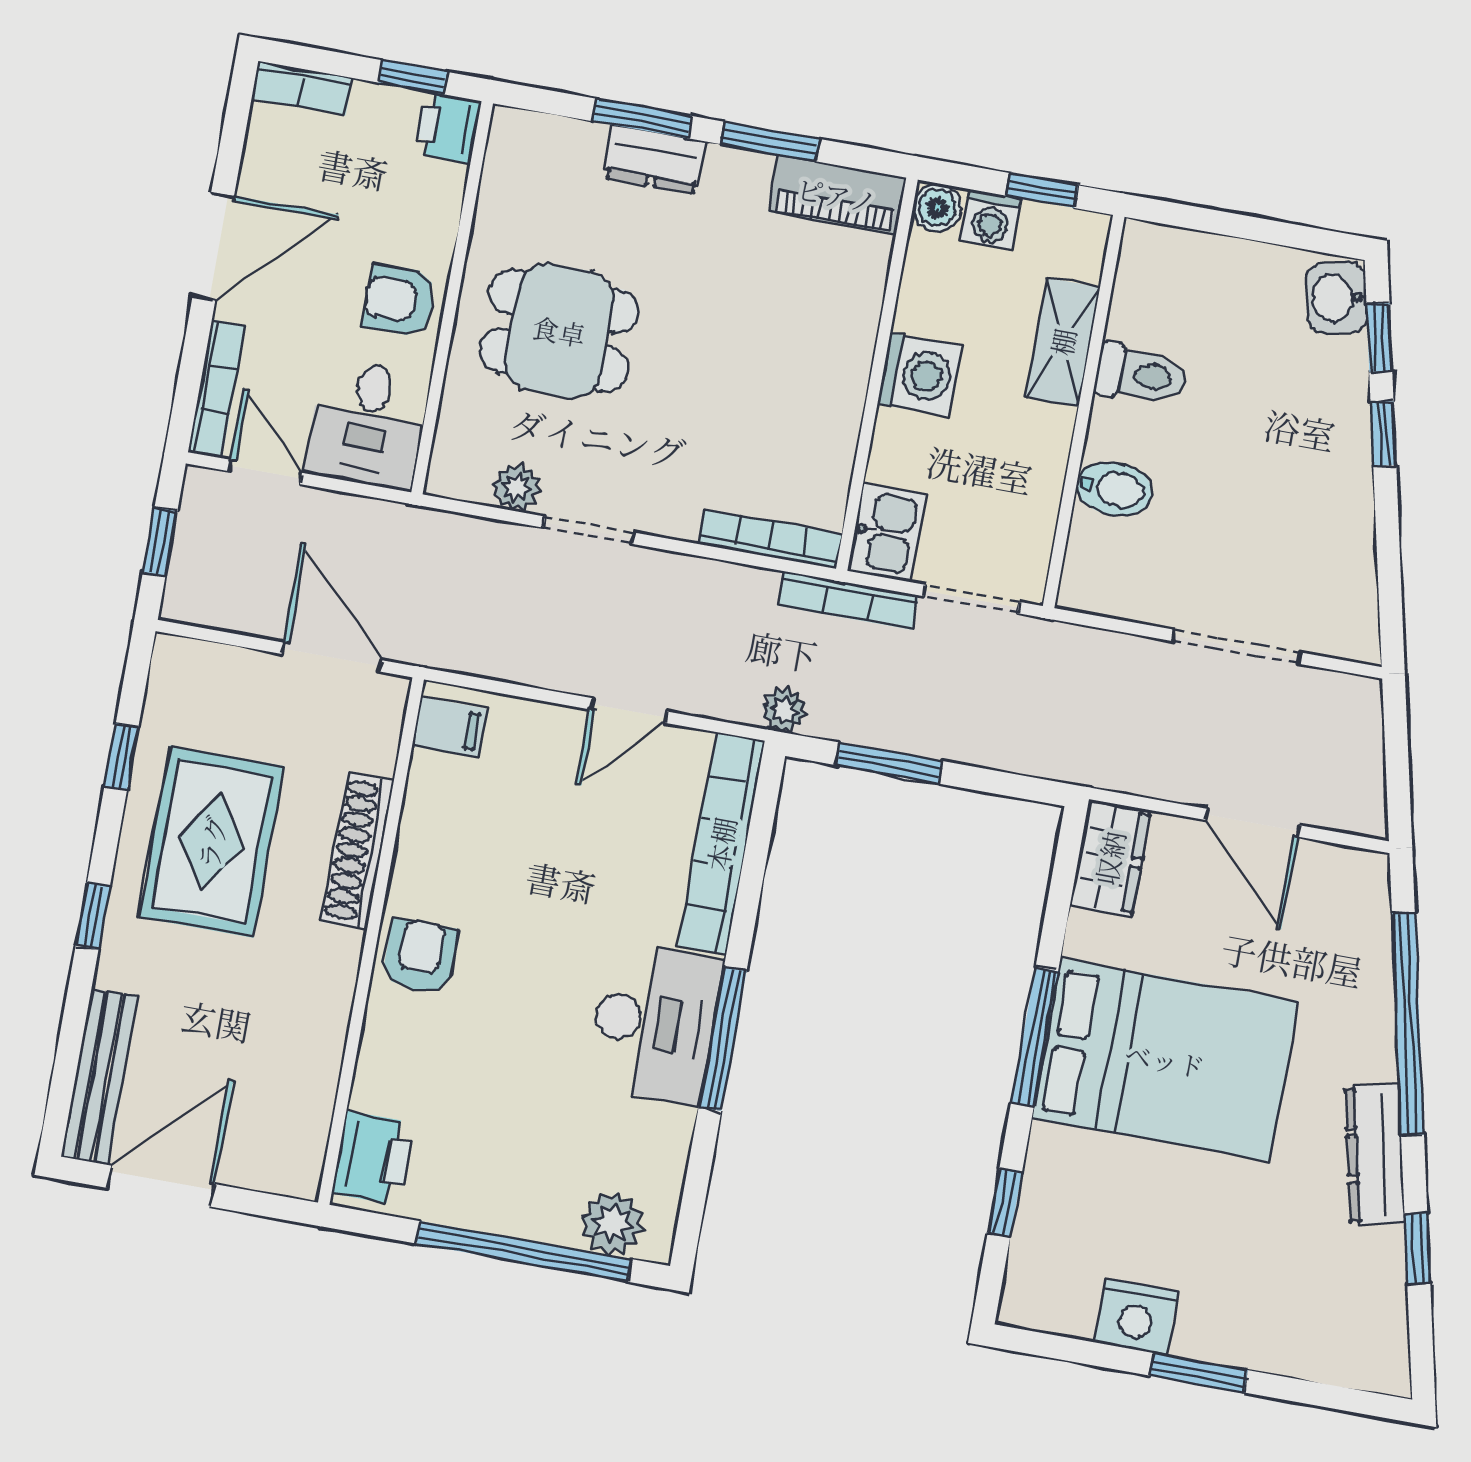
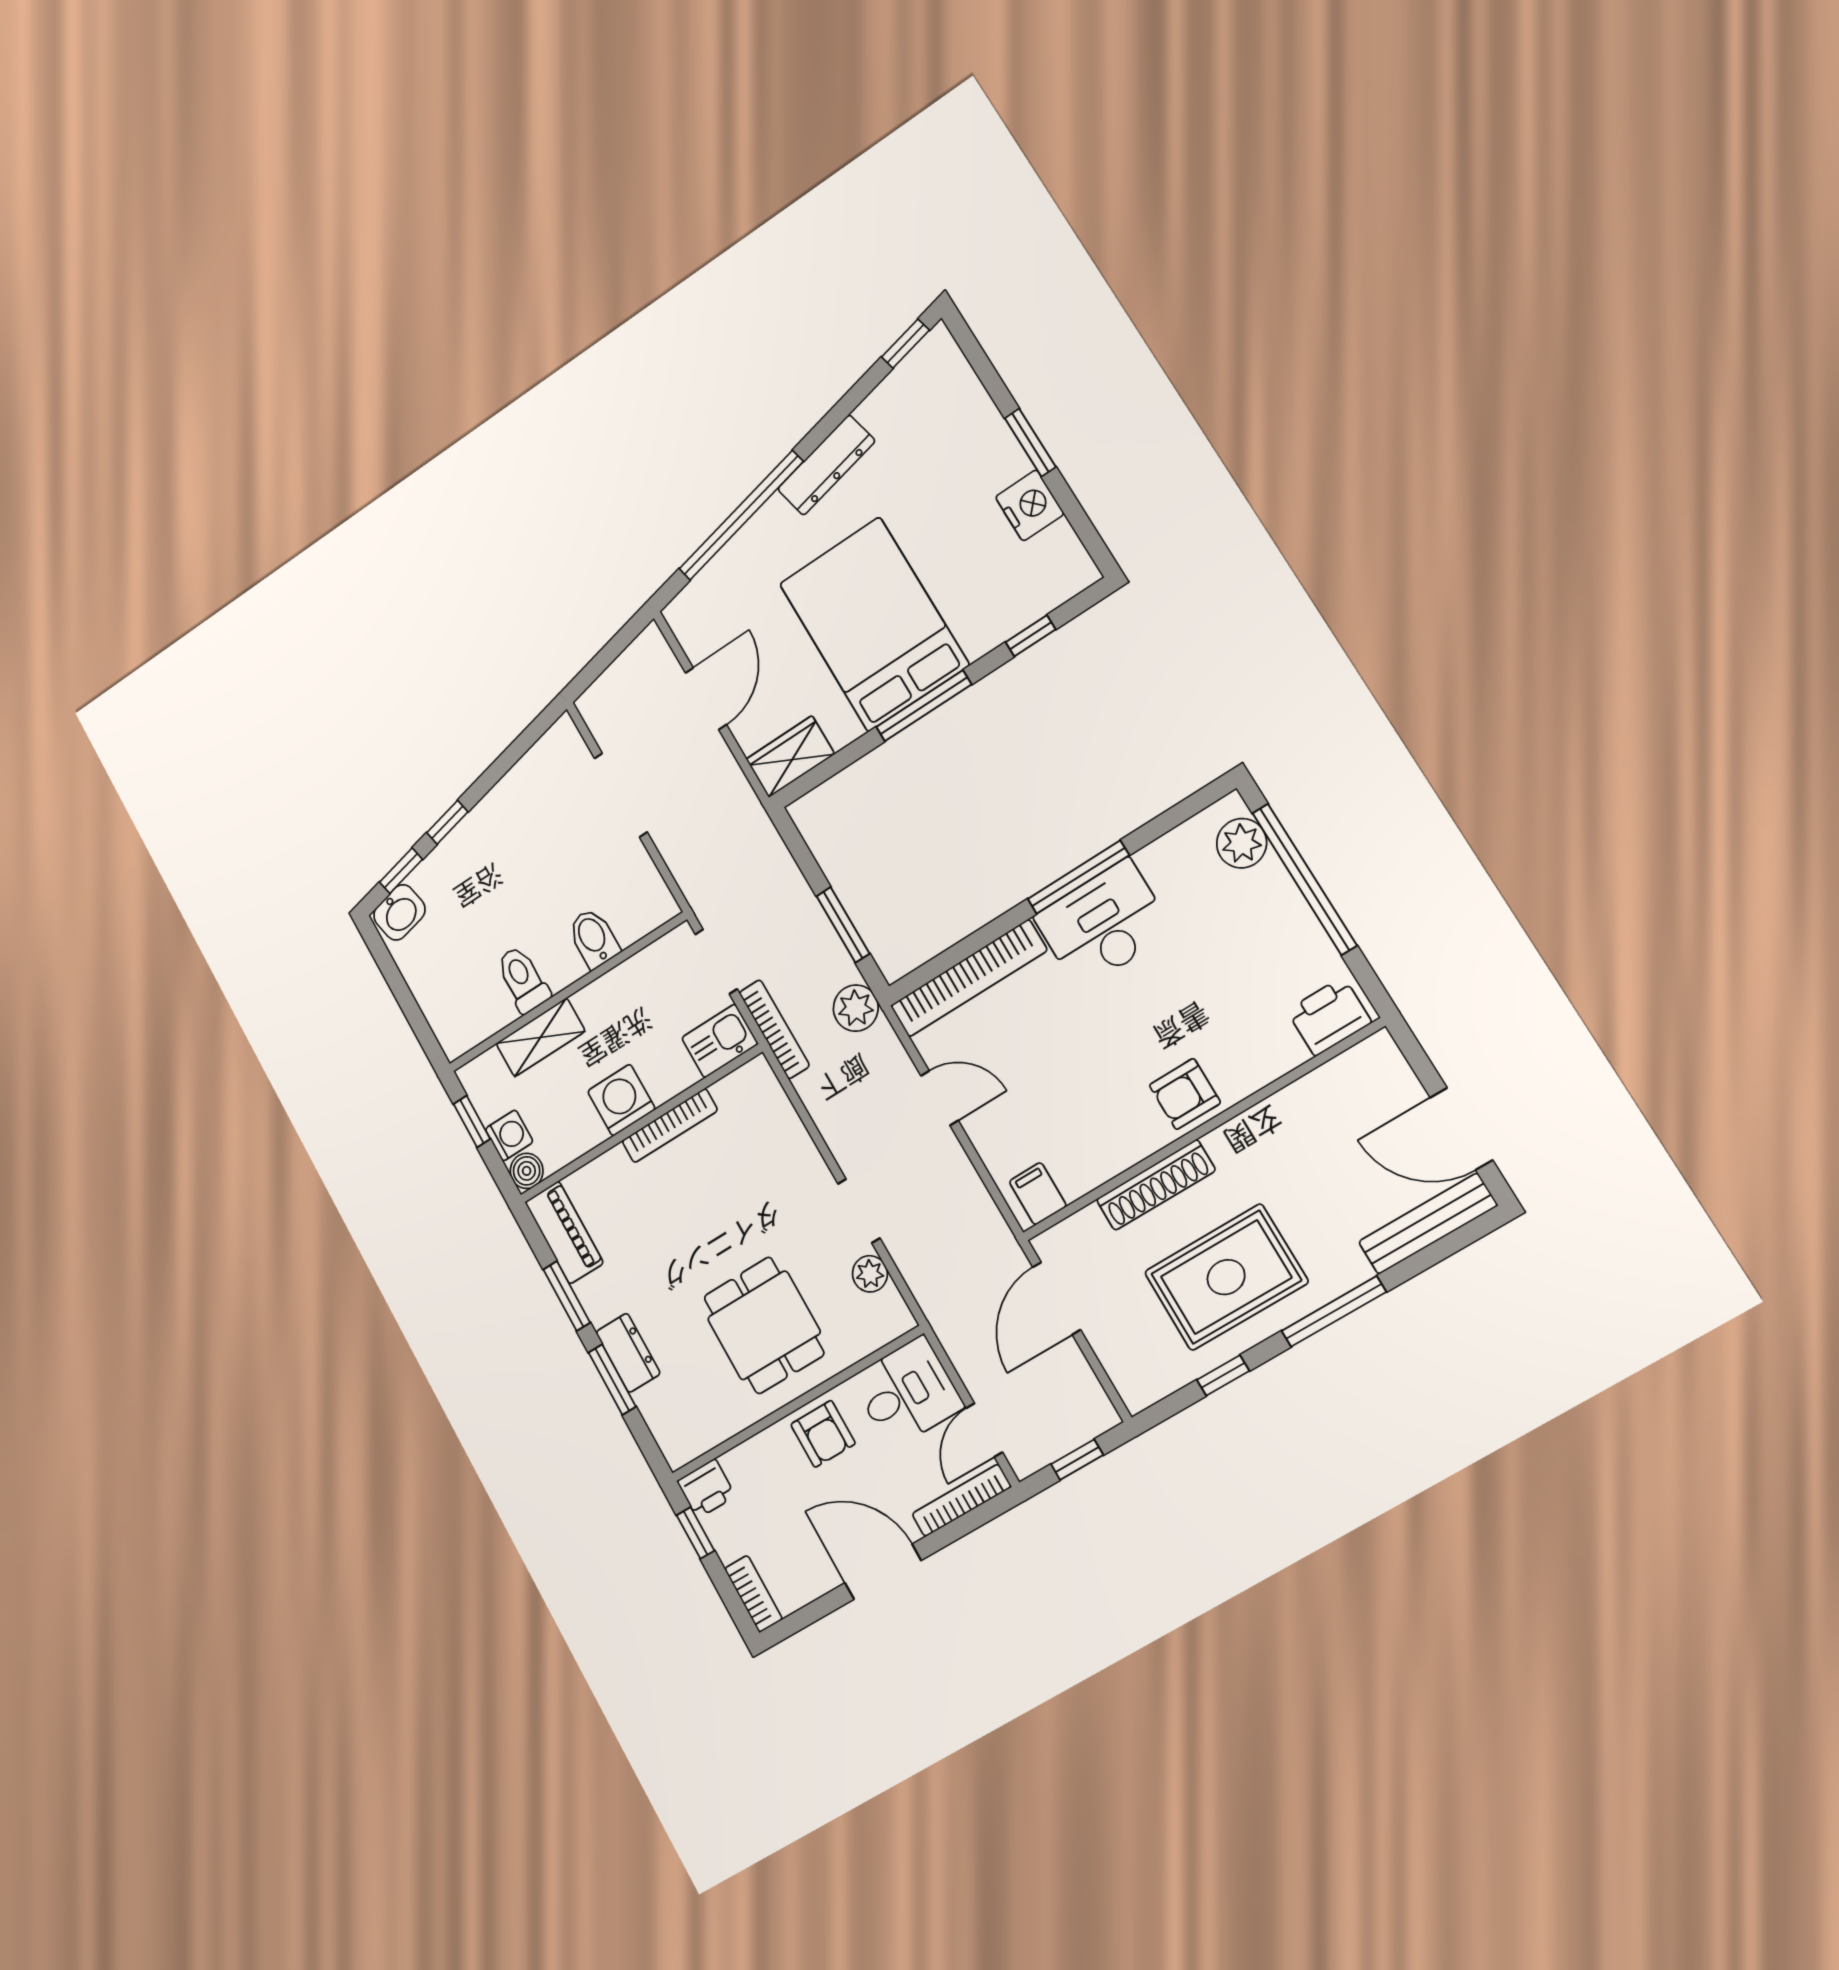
bookcase: (771, 539) -> (670, 1126), moved, turned -90
plant: (784, 710) -> (856, 1008), width x1.38, depth x1.38
window: (93, 916) -> (1334, 1311), width x2.17
window: (1417, 1248) -> (905, 344), moved

